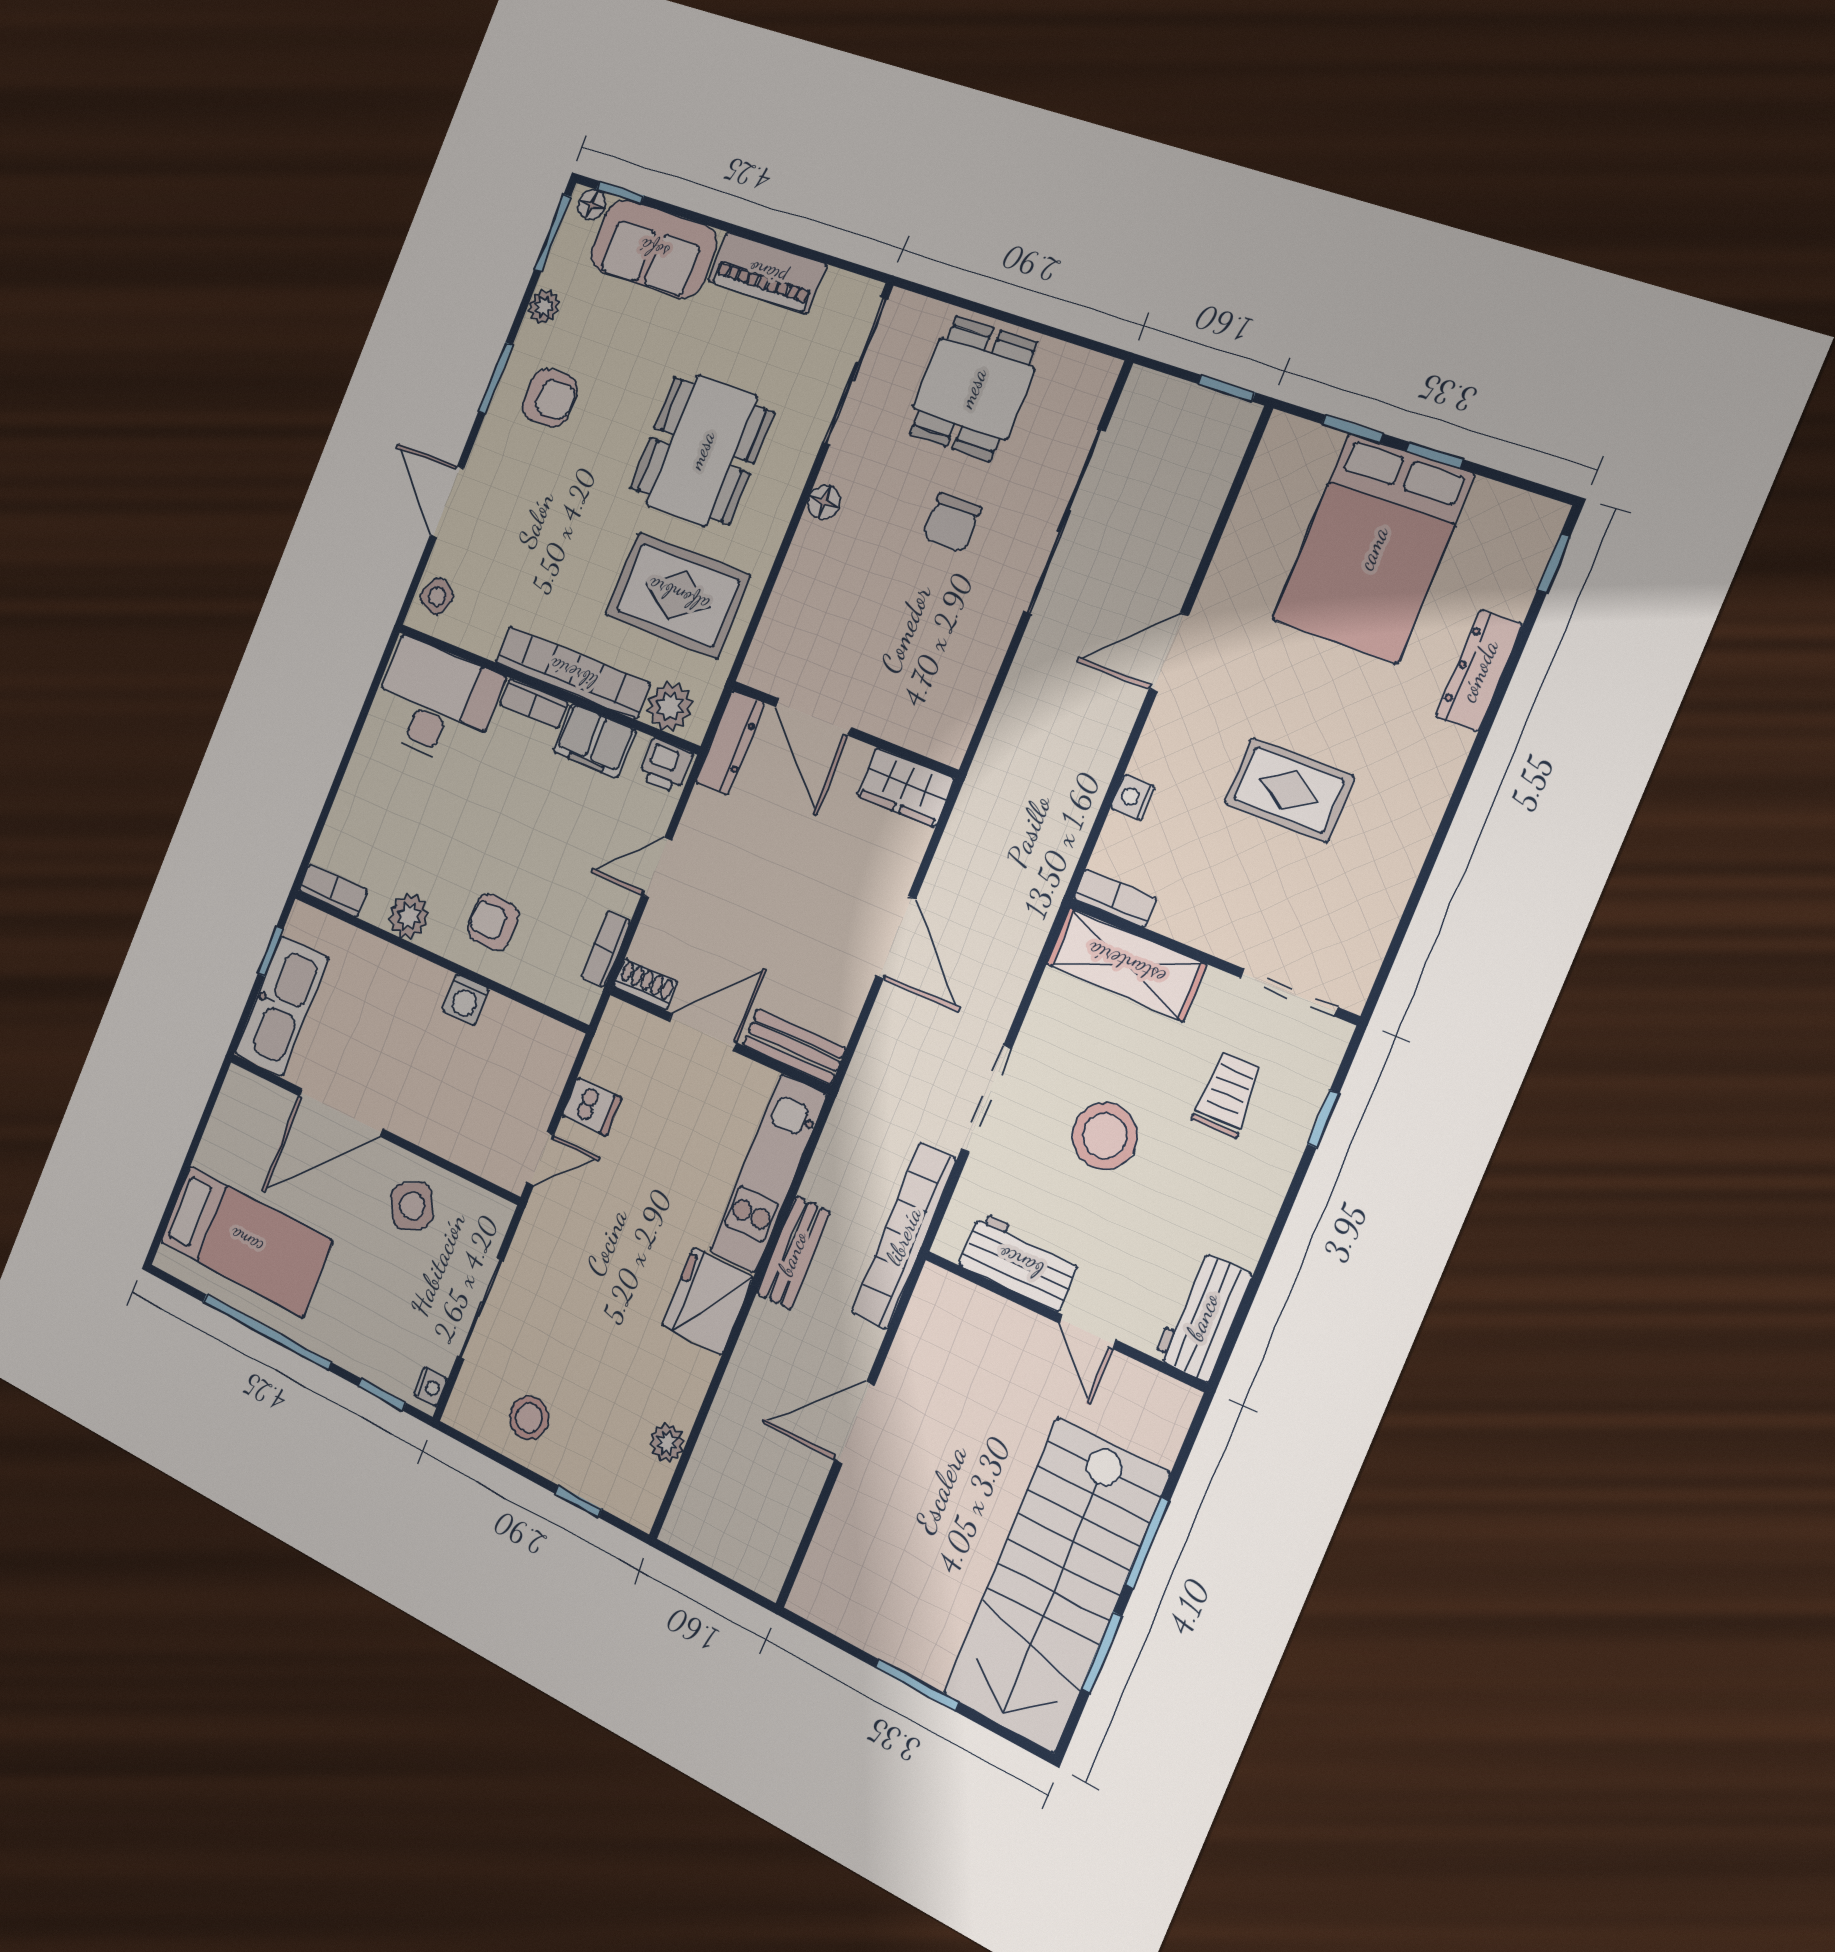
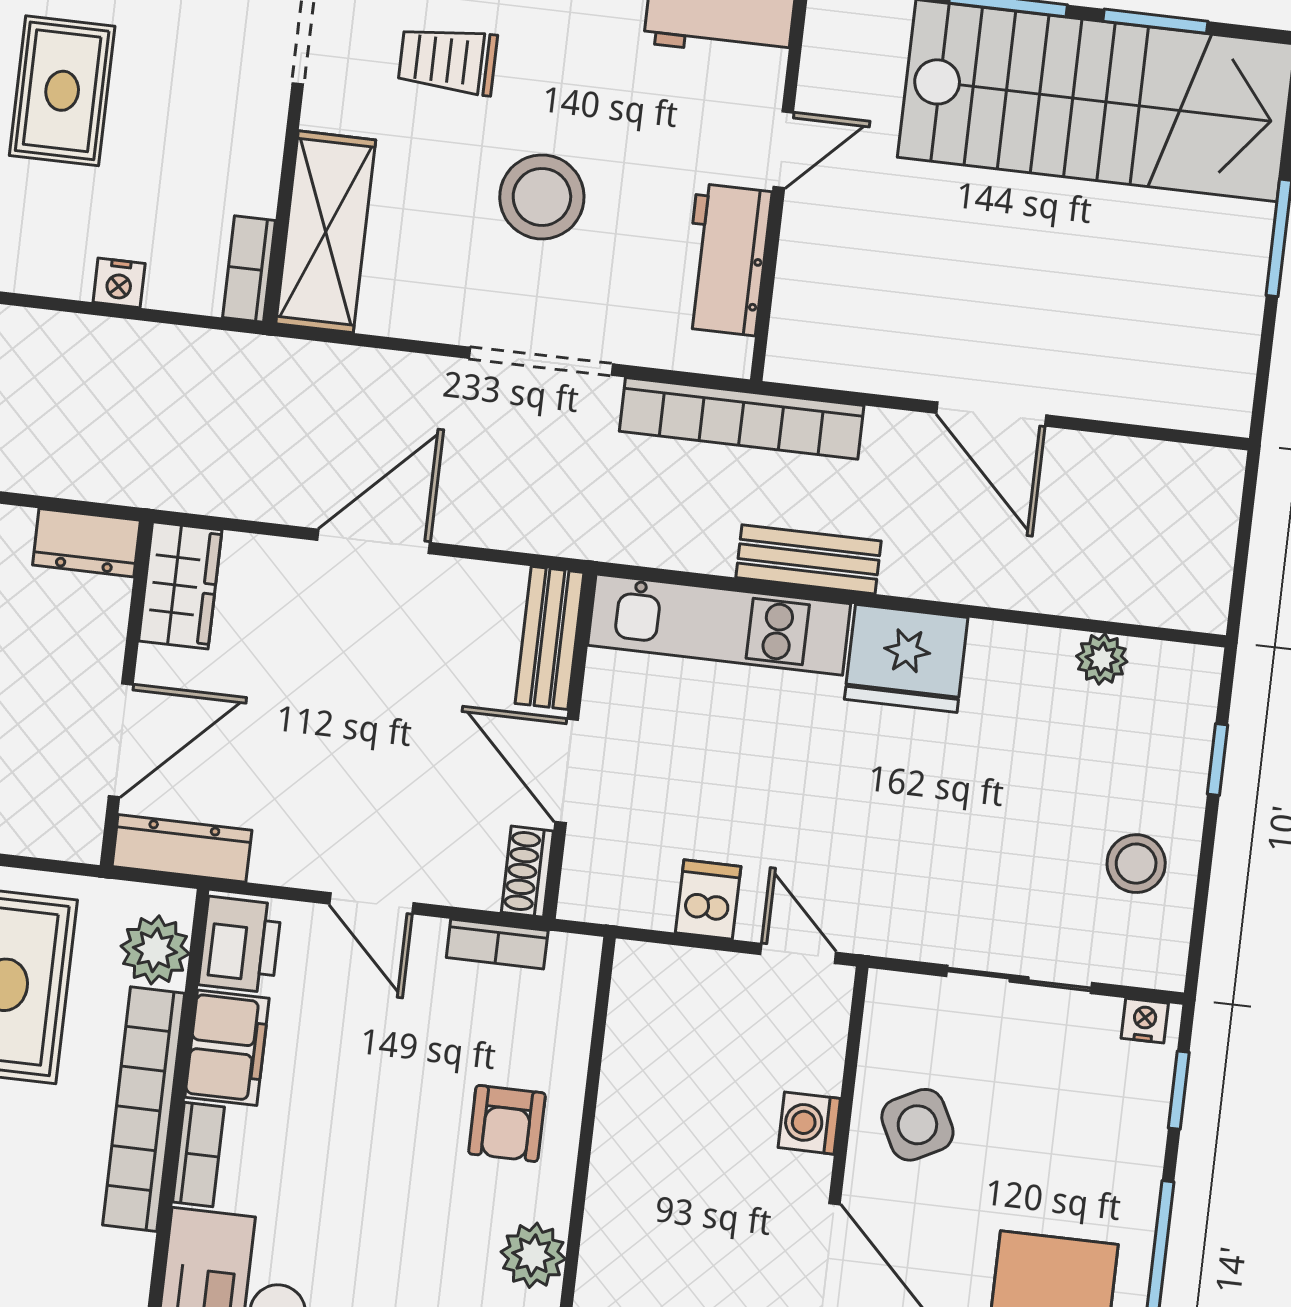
dresser: (954, 726) -> (86, 543), added
printer: (666, 766) -> (240, 945), width x1.36, depth x1.24
washing machine: (466, 1000) -> (809, 1123), moved, turned 180

